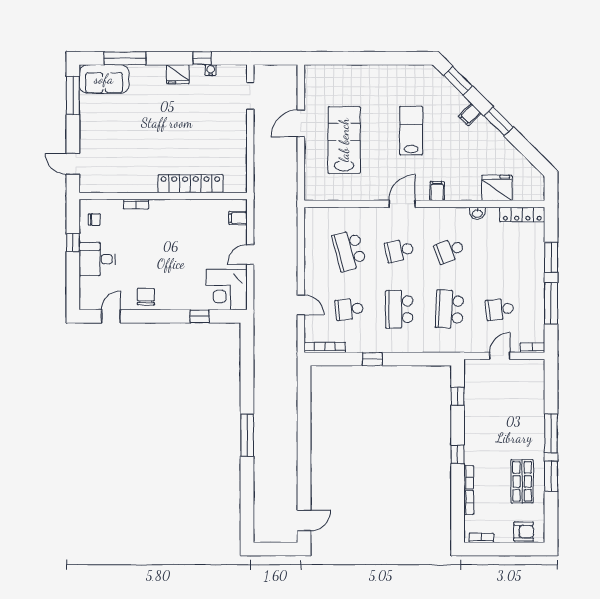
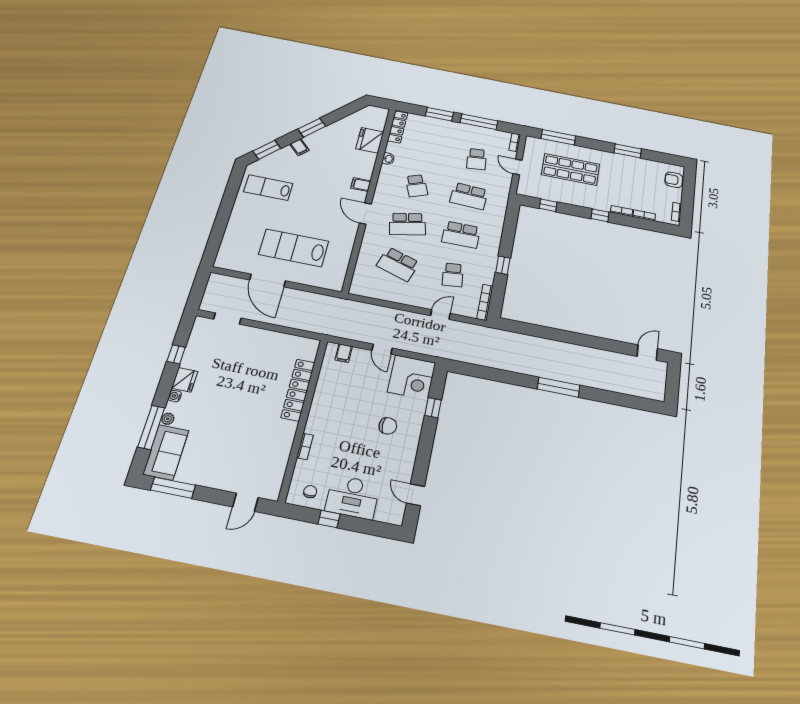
water cooler: (211, 70) -> (175, 396), moved
plant: (136, 71) -> (168, 419), added
door: (301, 124) -> (267, 280), width x1.36
lab bench: (411, 131) -> (268, 188), moved
school desk: (349, 251) -> (398, 264), turned 33
school desk: (399, 251) -> (407, 224), width x1.85
desk: (97, 259) -> (352, 497), width x1.37
chair: (146, 297) -> (388, 426), moved, turned 180
window: (551, 433) -> (558, 137), moved
shop shelf: (522, 481) -> (570, 169), moved, width x1.43, depth x1.36
door: (304, 520) -> (647, 353), hinge flipped
armchair: (524, 532) -> (674, 180), turned -90

